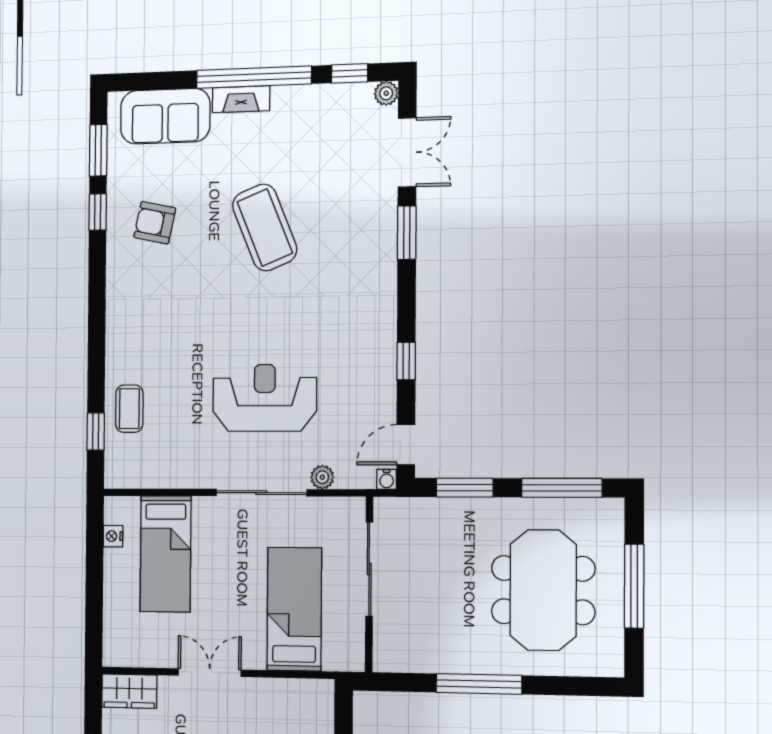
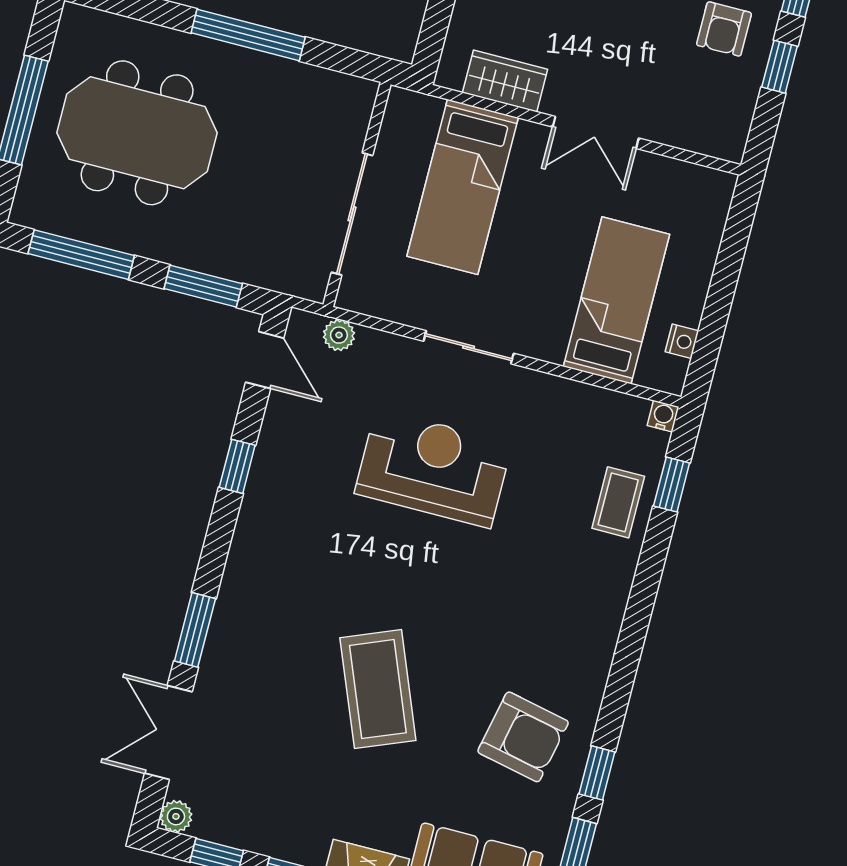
armchair: (155, 223) -> (523, 737), width x1.38, depth x1.38
reception desk: (265, 398) -> (433, 468), turned 180
door: (406, 445) -> (265, 360), hinge flipped
plant: (322, 477) -> (339, 335), moved
water cooler: (387, 479) -> (663, 416), moved
sliding door: (261, 493) -> (469, 347), width x0.73
meeting table: (543, 590) -> (137, 133), turned 90
wardrobe: (129, 691) -> (505, 81), moved

